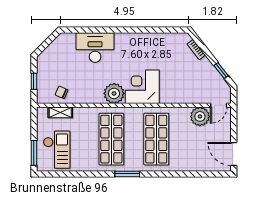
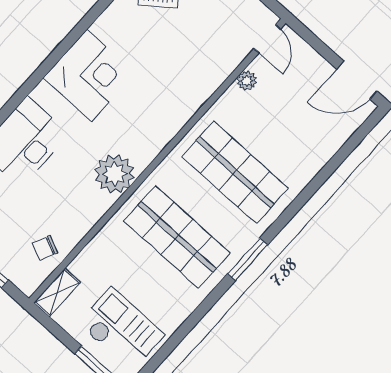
corner desk: (142, 87) -> (89, 76), moved, turned 180
shelving: (60, 112) -> (57, 292), moved
plant: (200, 116) -> (247, 81), width x0.53, depth x0.53

